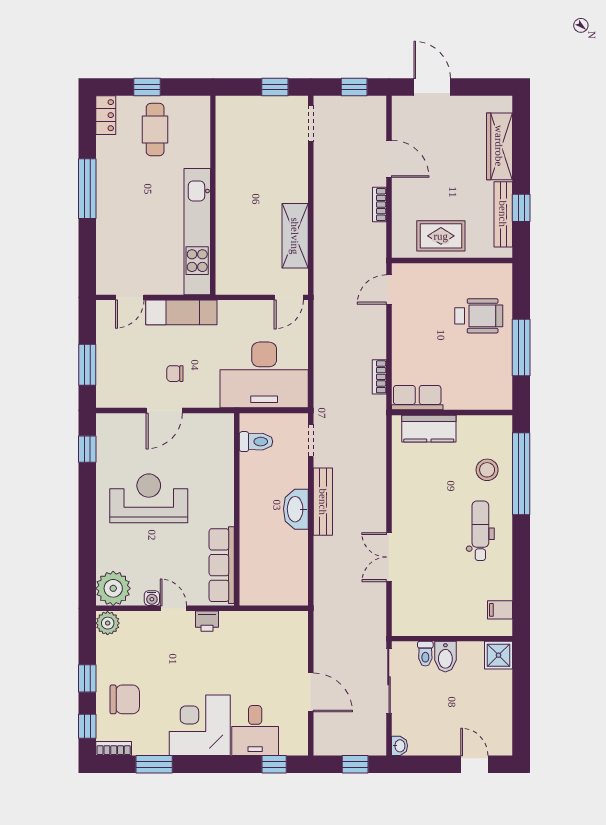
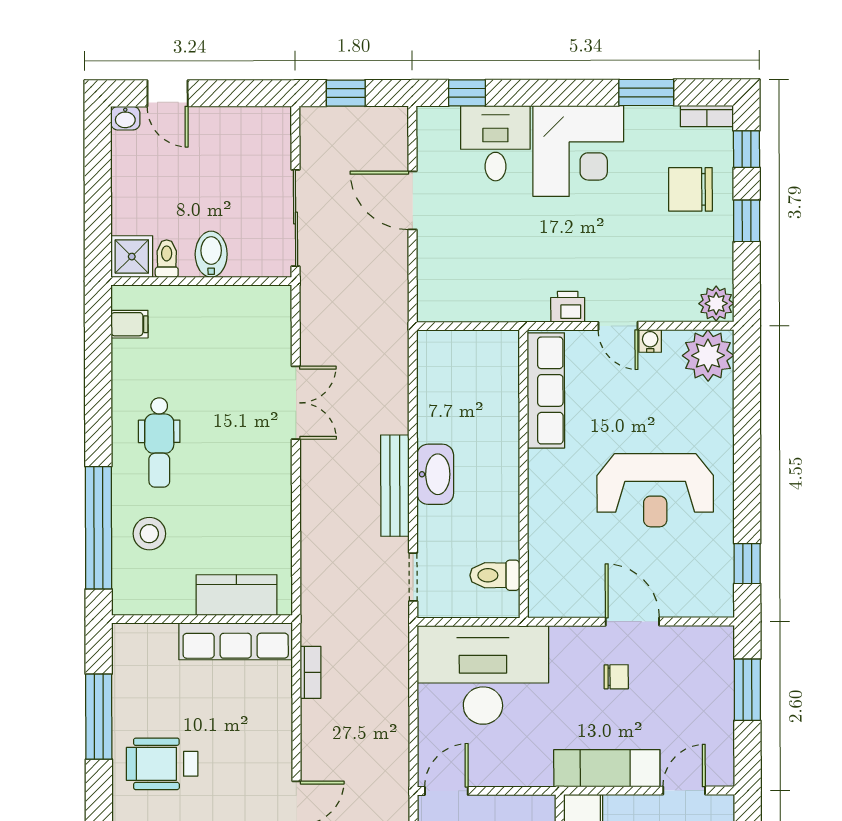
row of seats: (417, 398) -> (236, 641), width x1.48
door: (164, 410) -> (632, 622), hinge flipped
toilet: (425, 654) -> (167, 259), moved
washbasin: (399, 746) -> (125, 118), moved, turned -90

